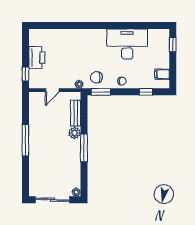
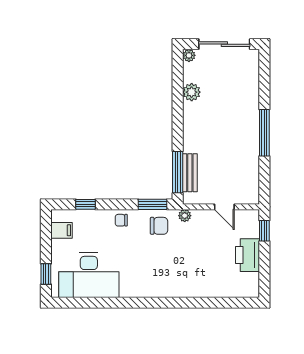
desk: (127, 44) -> (89, 275), moved
door: (52, 90) -> (224, 207), swing flipped
plant: (75, 133) -> (192, 92), moved
window: (84, 148) -> (178, 172), moved

